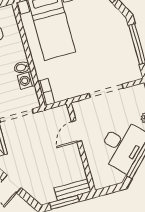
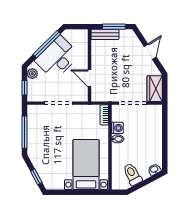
door: (76, 131) -> (90, 78), swing flipped

